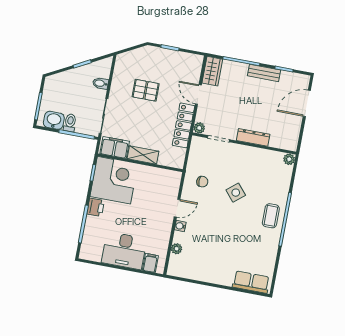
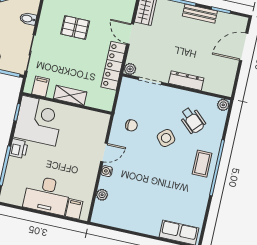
filing cabinet: (115, 147) -> (41, 86), width x0.50
wheelchair: (260, 175) -> (193, 120), added

